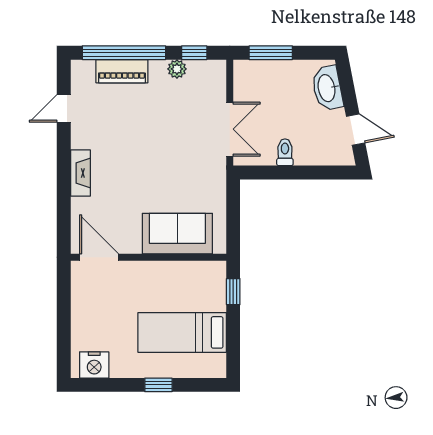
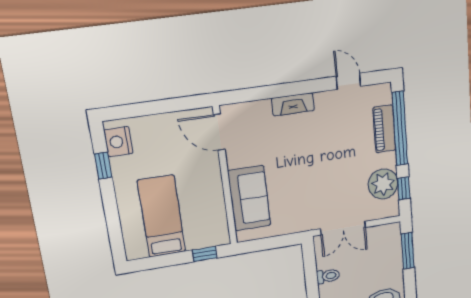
plant: (177, 69) -> (383, 184), width x1.88, depth x1.88
door: (99, 257) -> (219, 132), swing flipped
window: (158, 385) -> (103, 166), moved

